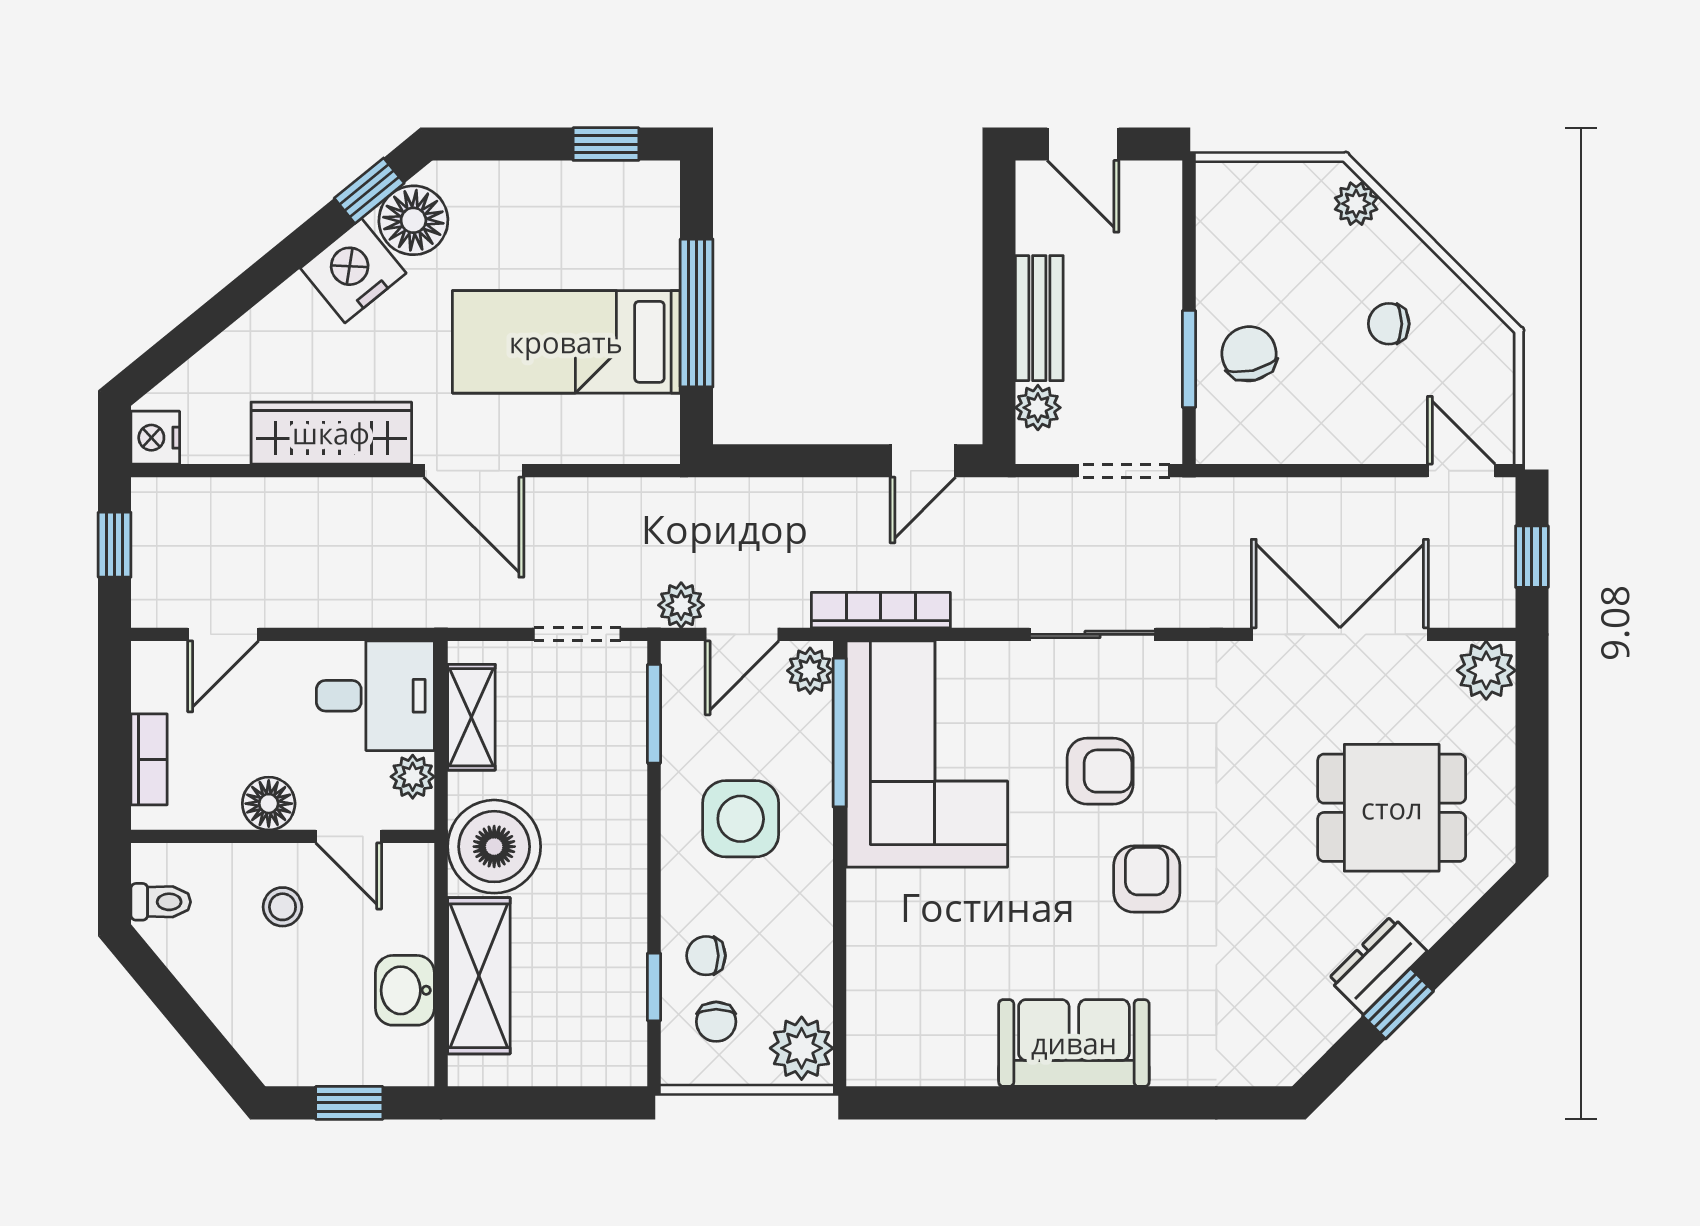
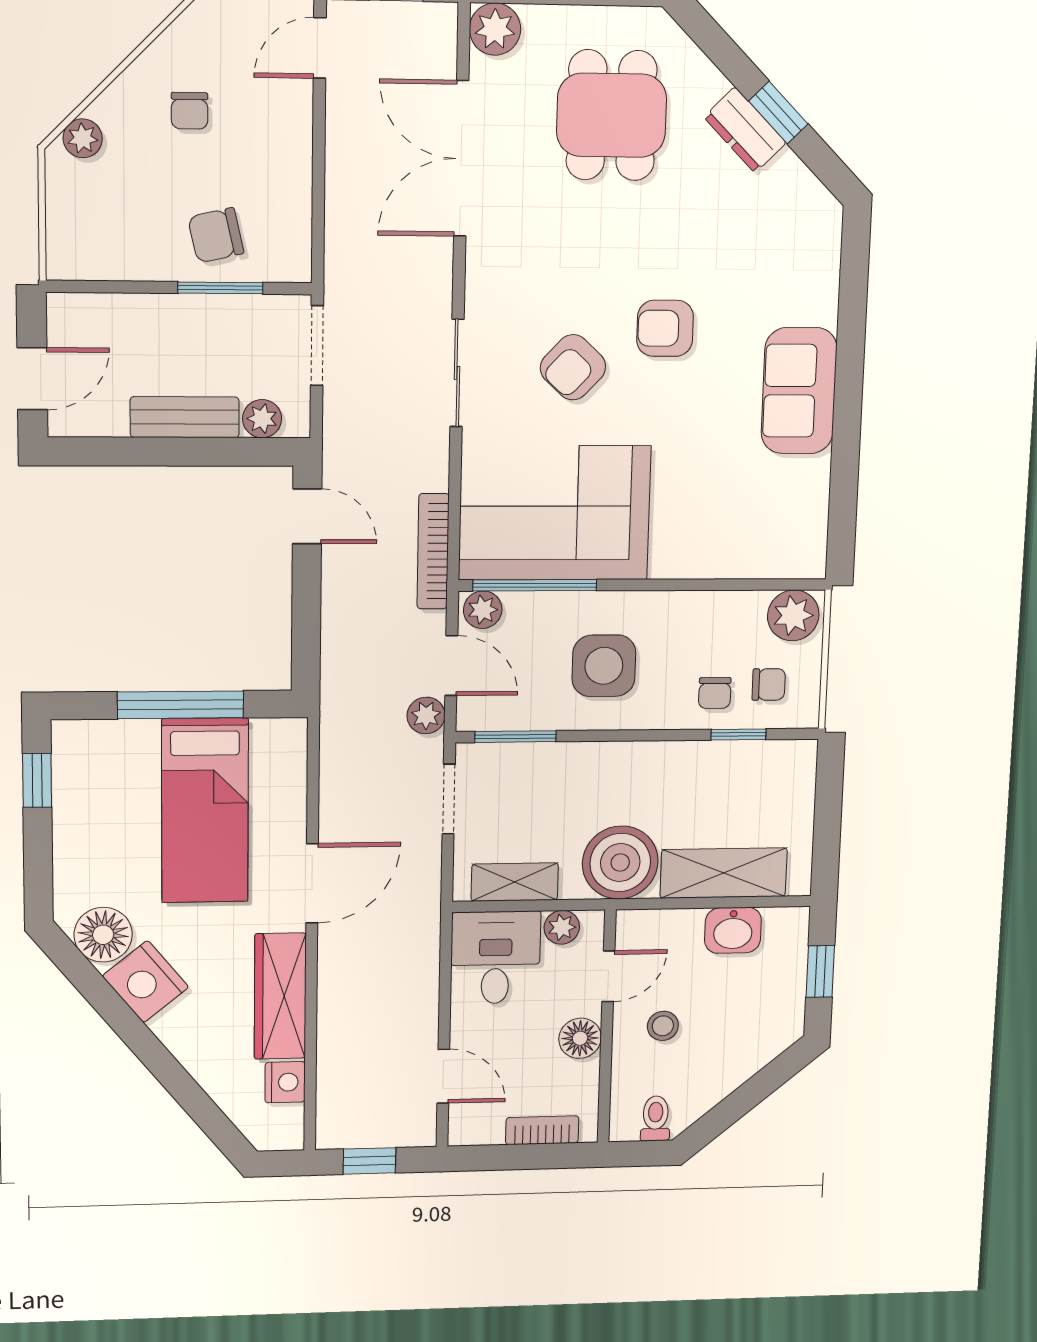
window: (369, 191) -> (79, 970), removed
nightstand: (155, 438) -> (285, 1082), moved, turned -90
armchair: (1100, 771) -> (573, 367), turned -137

